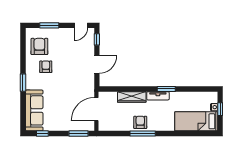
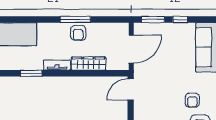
door: (97, 65) -> (131, 89), moved
window: (166, 89) -> (31, 73), moved
window: (42, 133) -> (180, 19), moved

